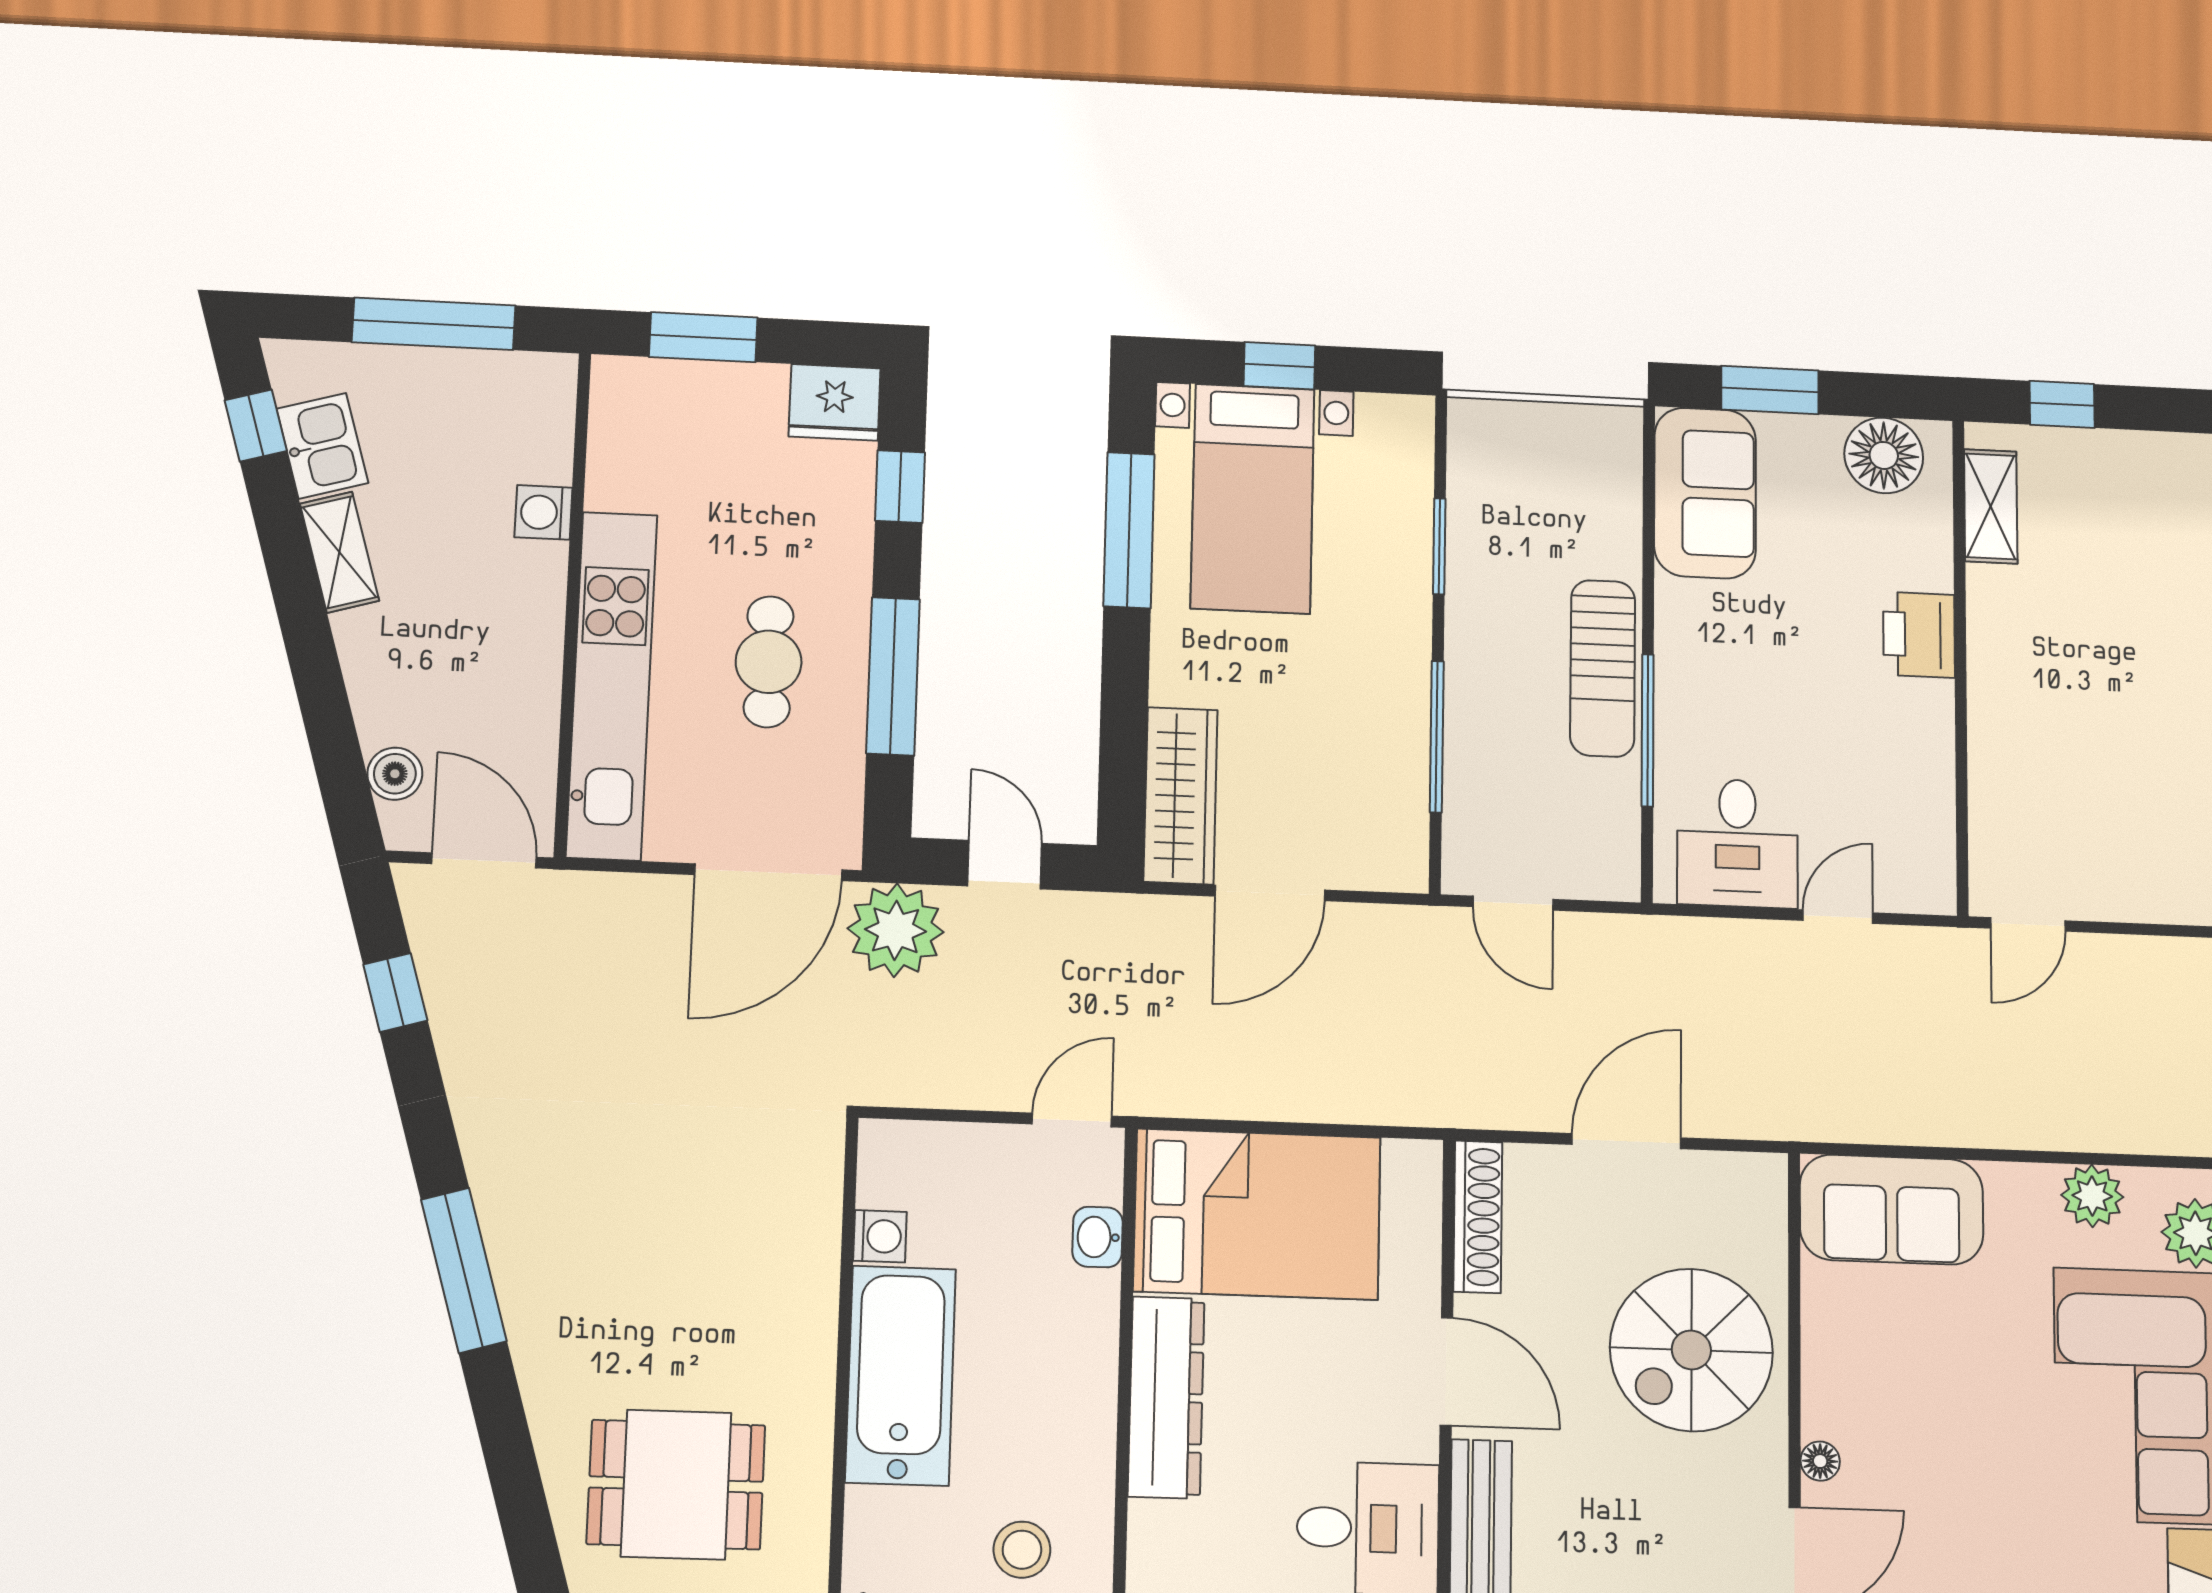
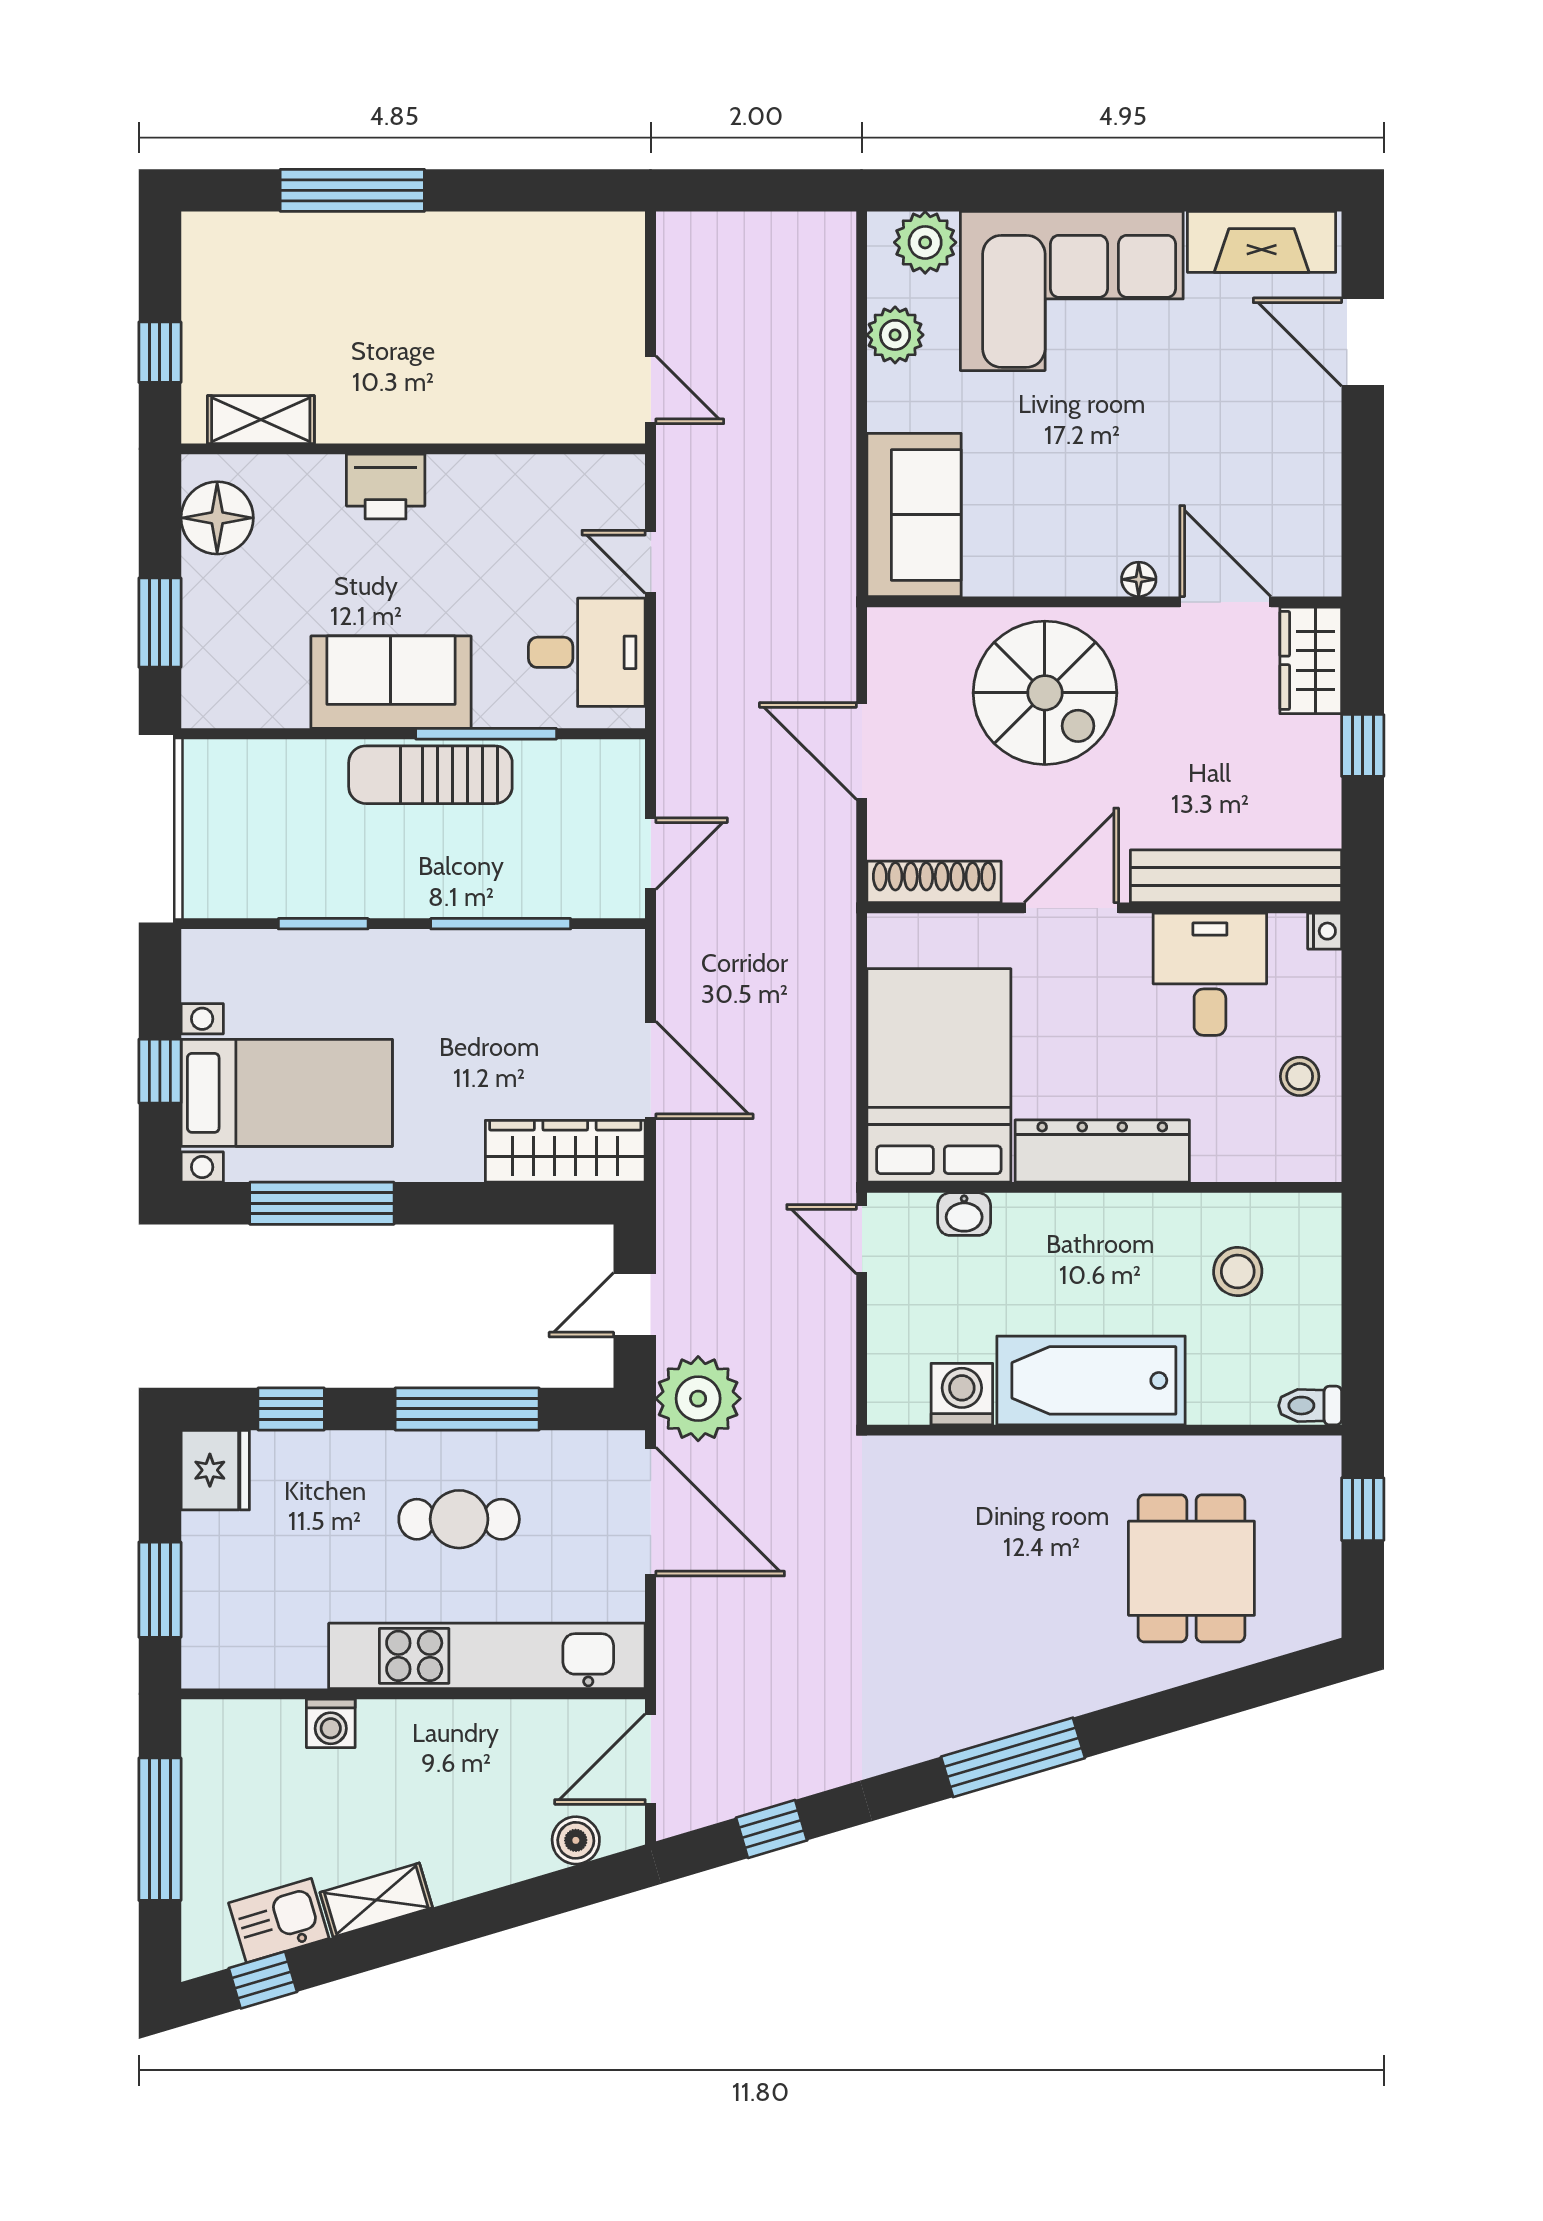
sofa: (1705, 493) -> (391, 682), moved
sun lounger: (1603, 668) -> (430, 775), turned 180
washing machine: (880, 1236) -> (962, 1394), width x1.38, depth x1.38

